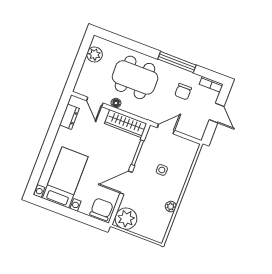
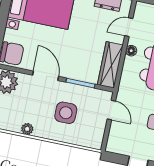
side table: (162, 170) -> (66, 113), width x1.87, depth x1.87

